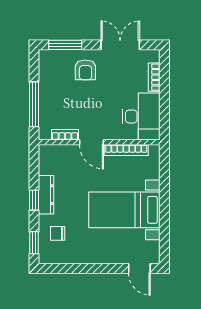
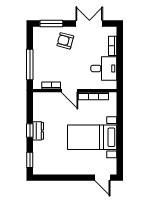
armchair: (85, 70) -> (65, 41), turned 105
desk: (141, 117) -> (104, 68), width x0.73
dresser: (46, 195) -> (38, 131), width x0.70
chair: (58, 233) -> (46, 153), removed

